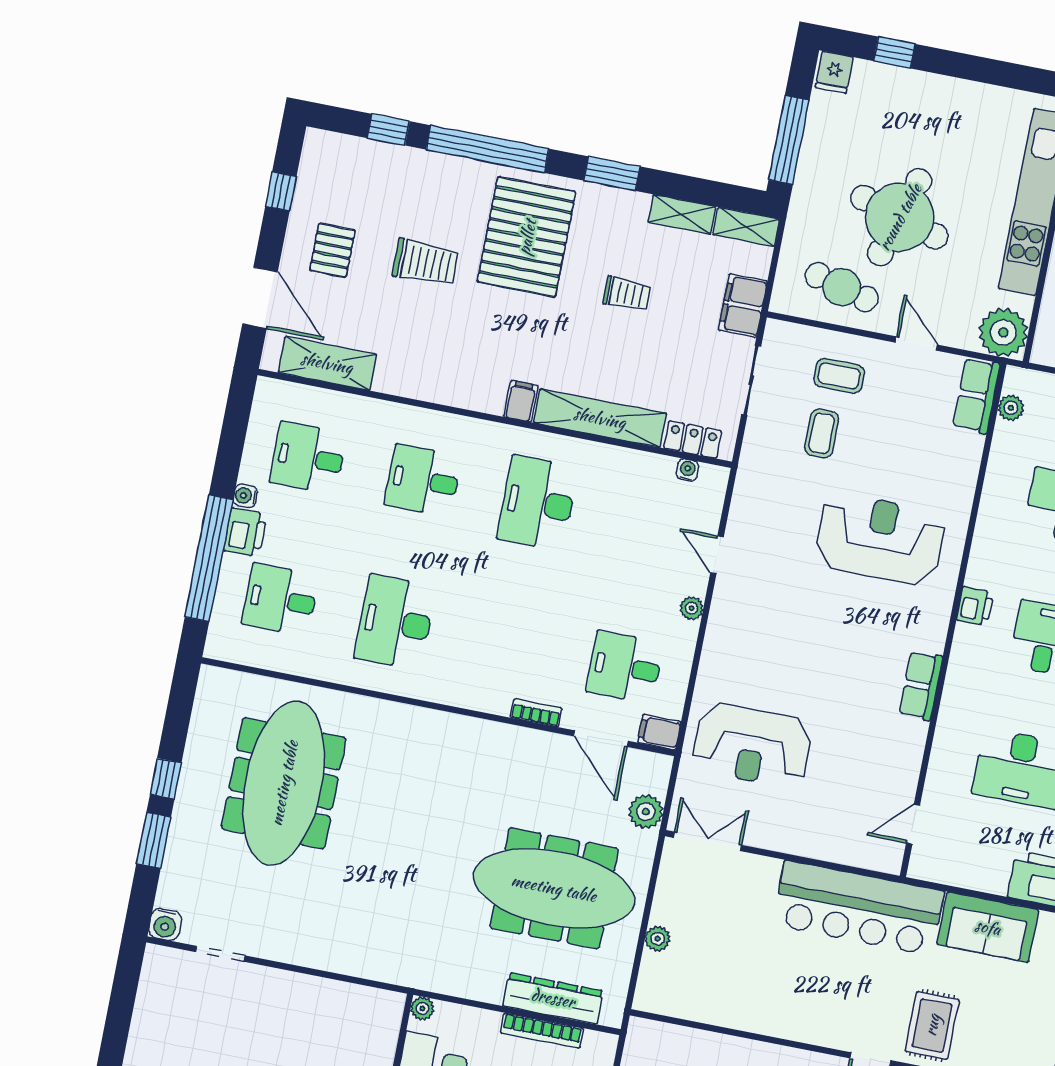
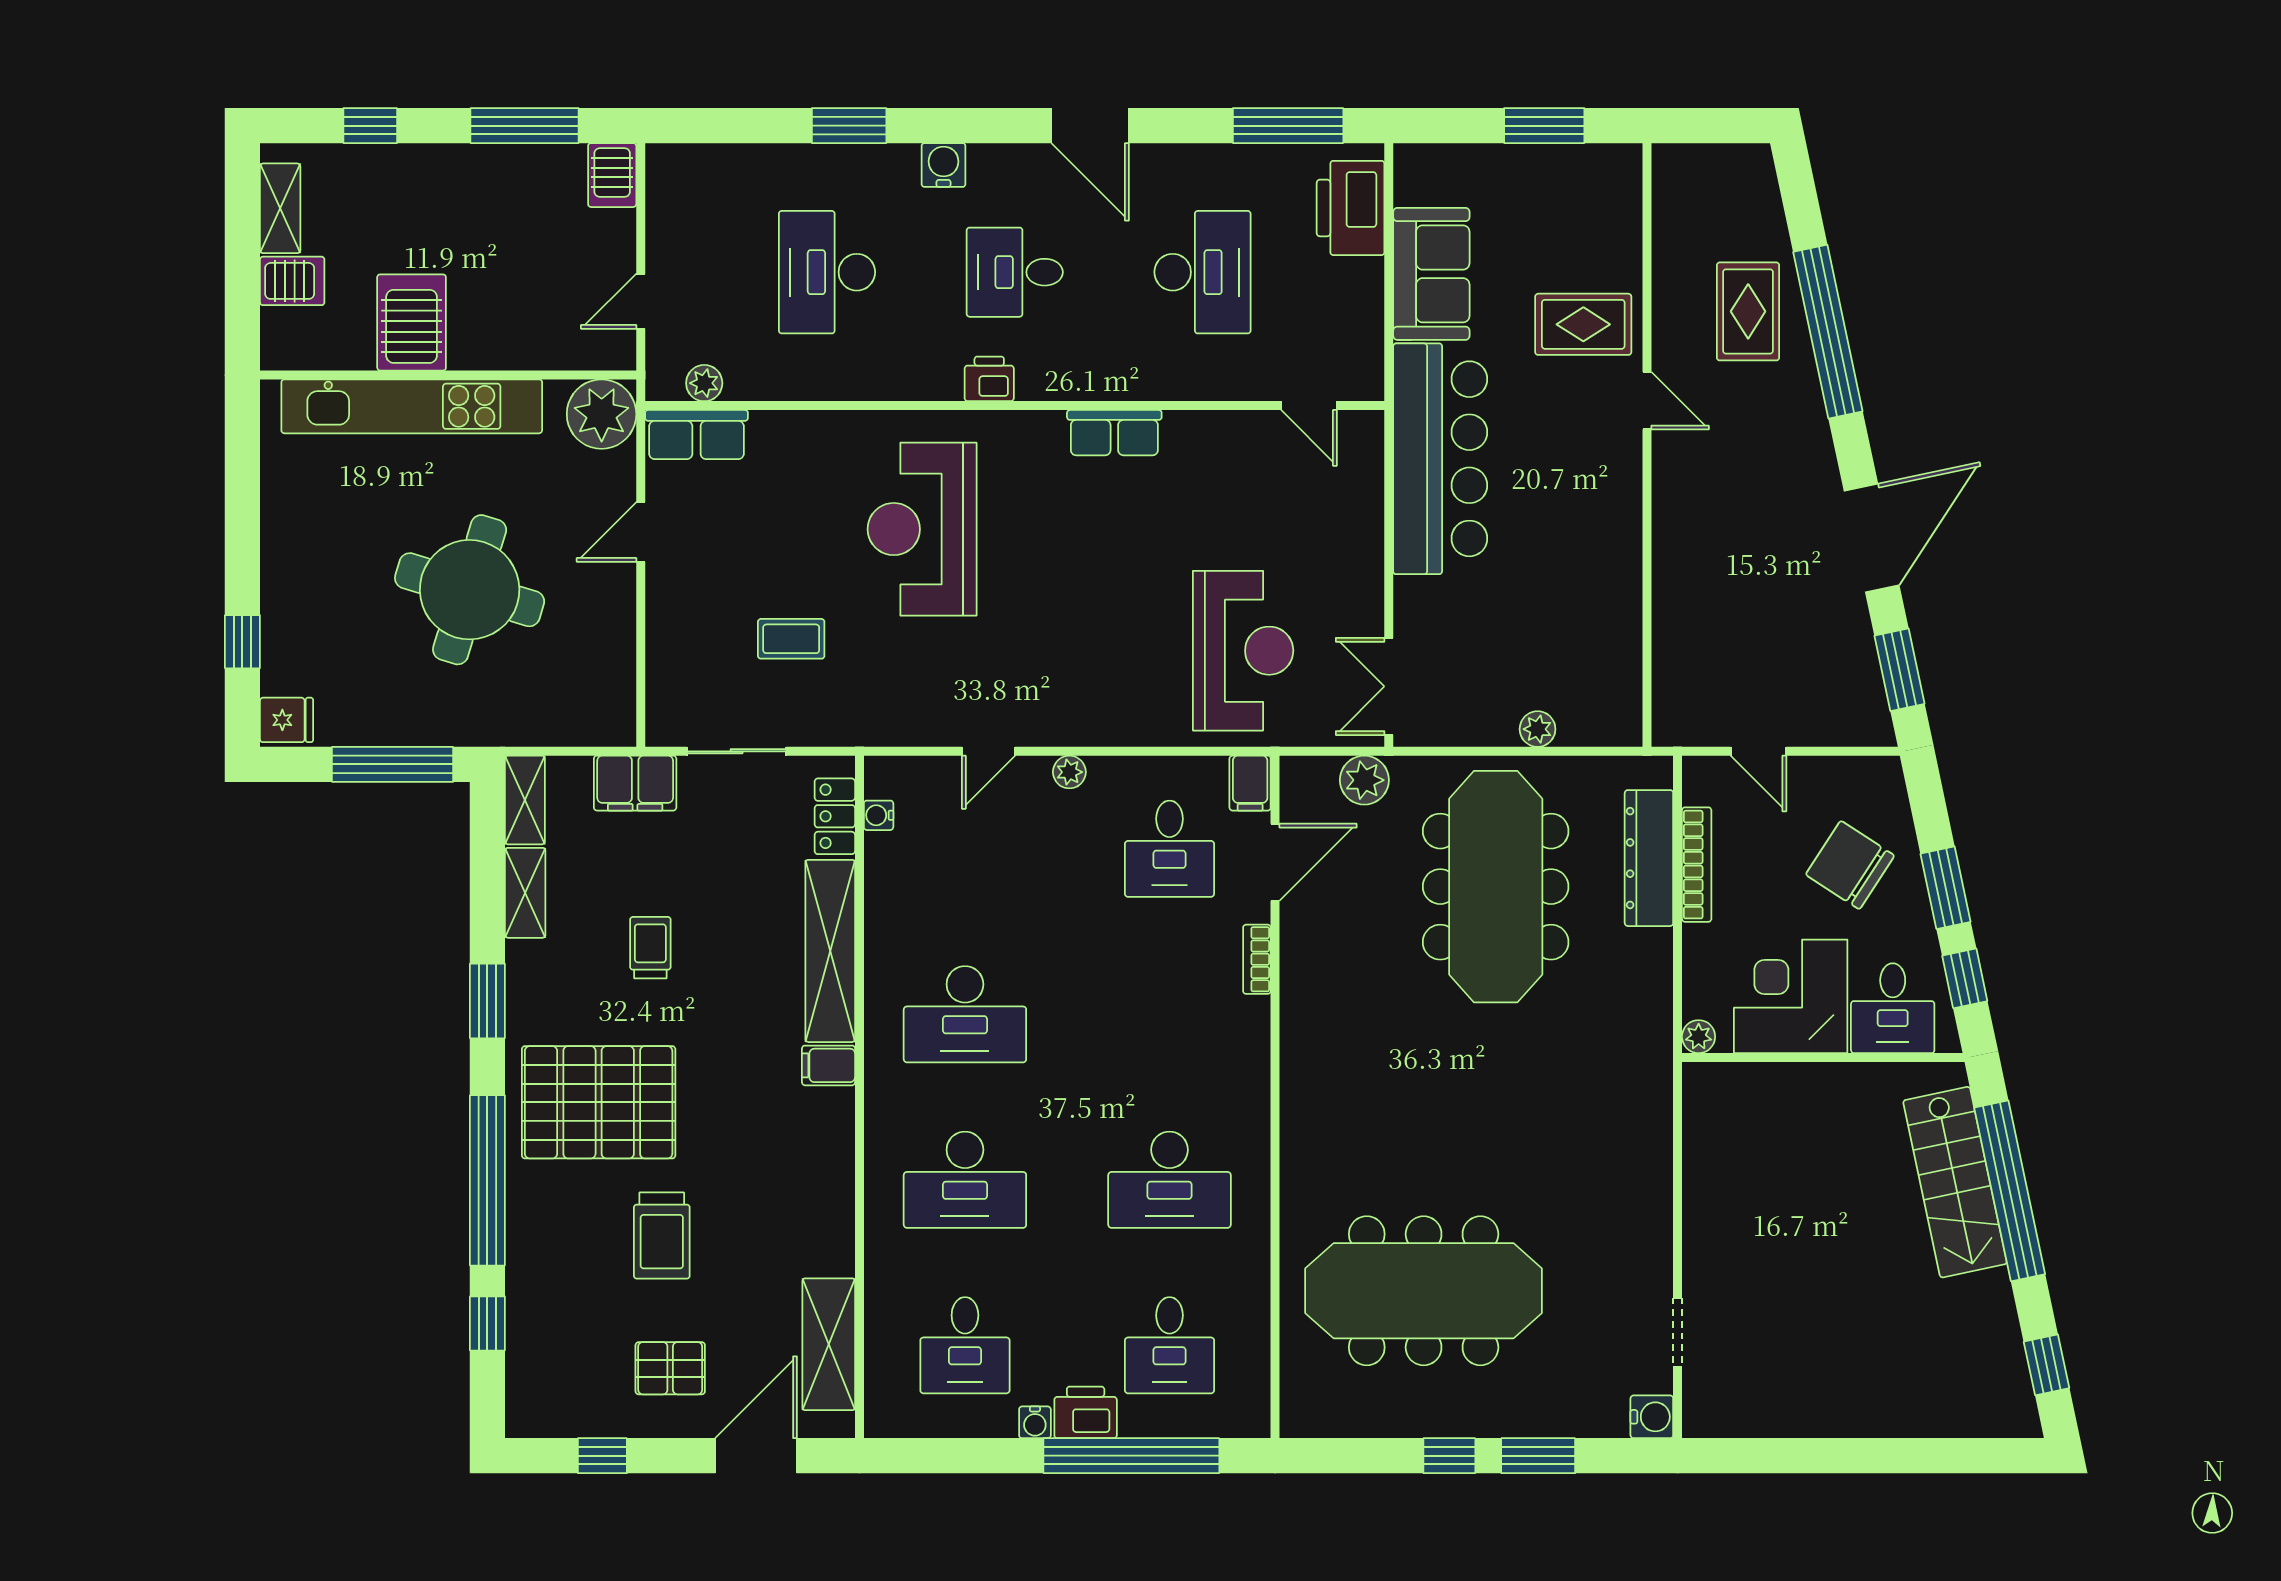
trolley: (426, 262) -> (662, 1236), turned 180
cafe table: (842, 287) -> (583, 651), removed
coffee table: (839, 376) -> (707, 630), removed
desk: (423, 480) -> (965, 1180), width x1.37

